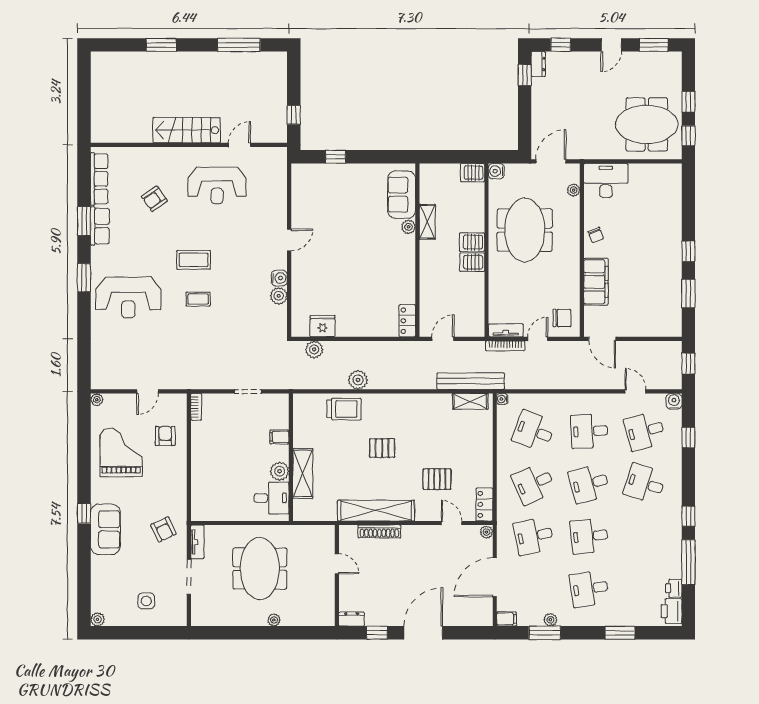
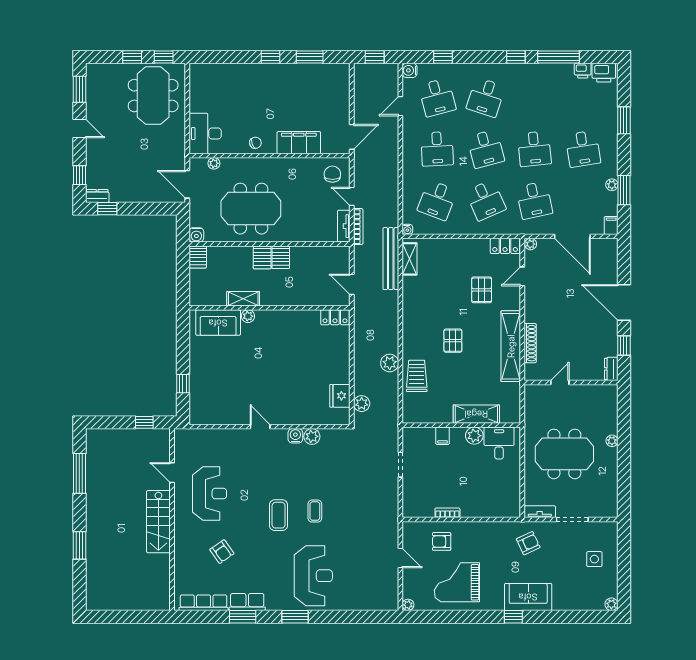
bookcase: (196, 407) -> (447, 513), moved

